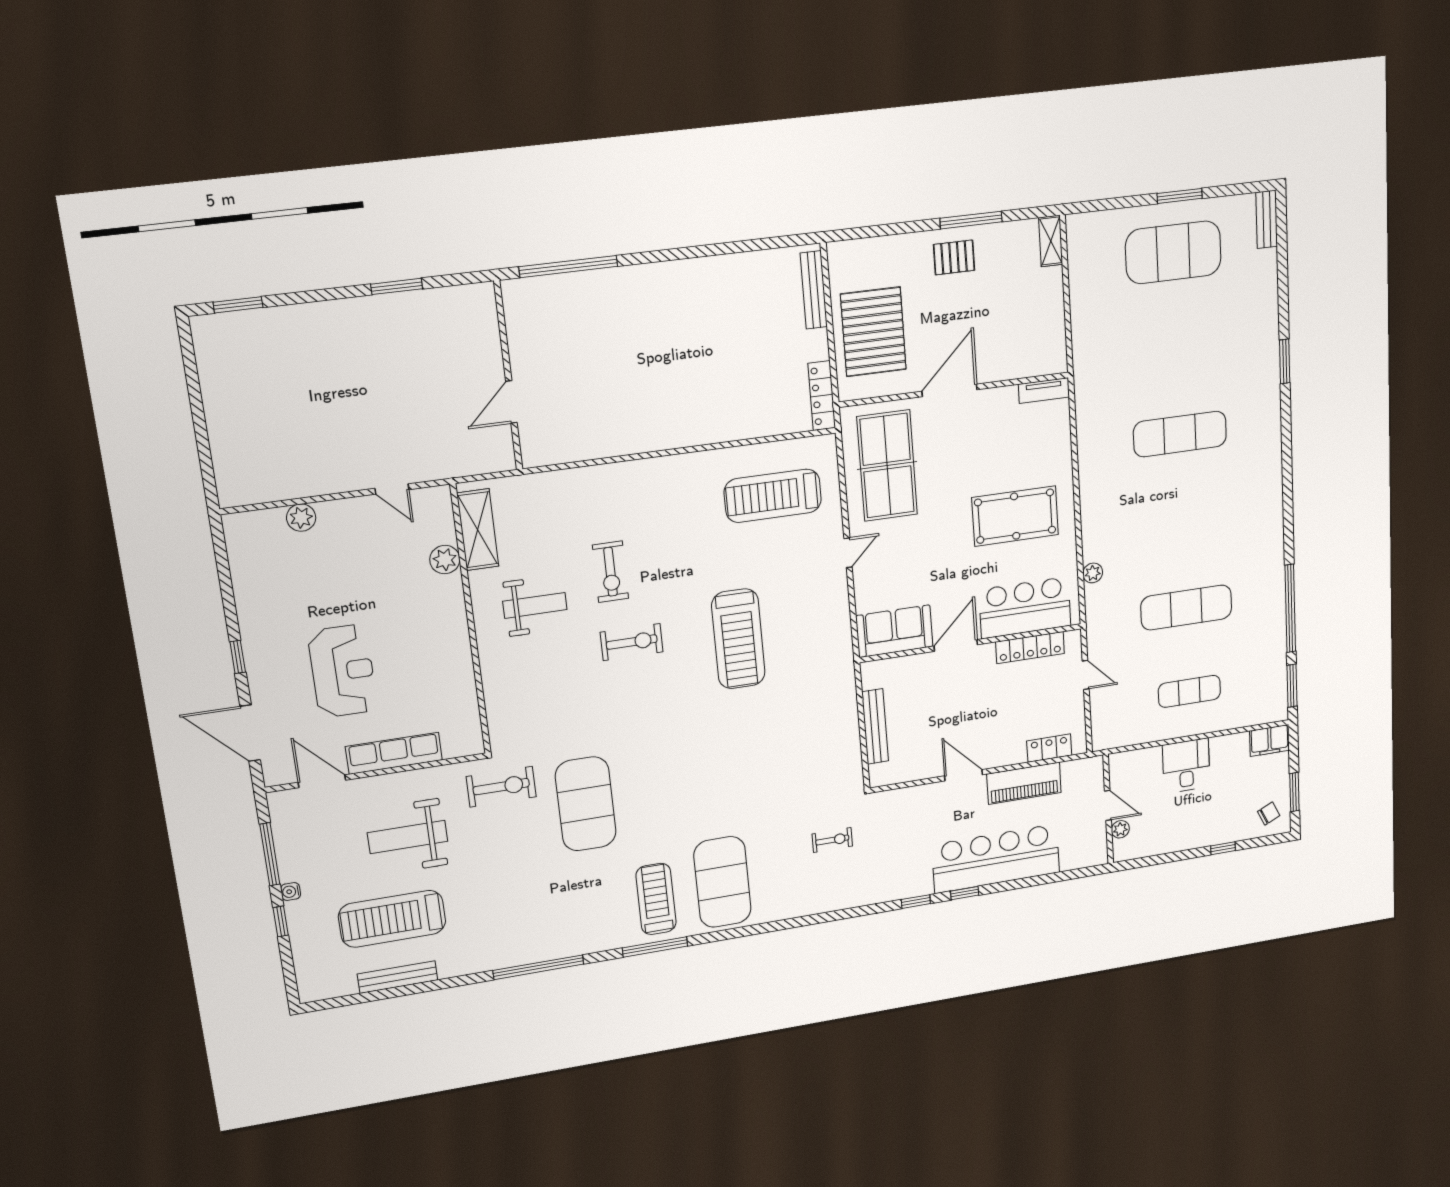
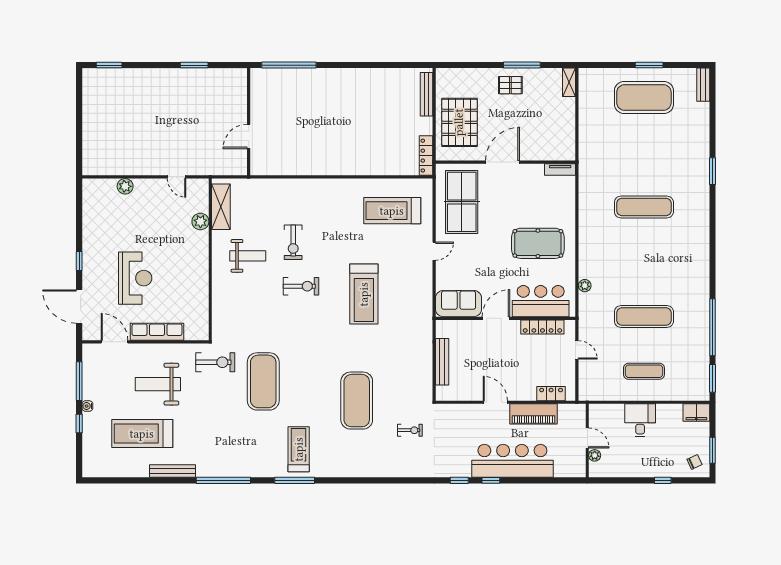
exercise mat: (722, 882) -> (357, 401), moved
bench: (398, 977) -> (172, 471), moved

